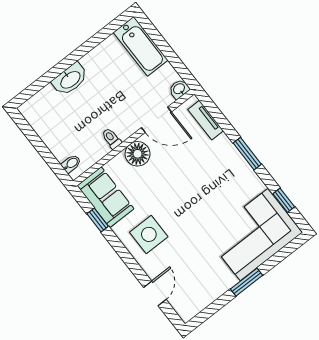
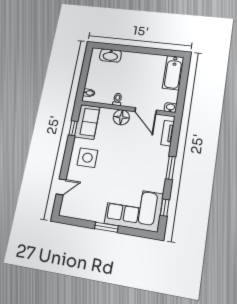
washbasin: (70, 79) -> (110, 56), moved

